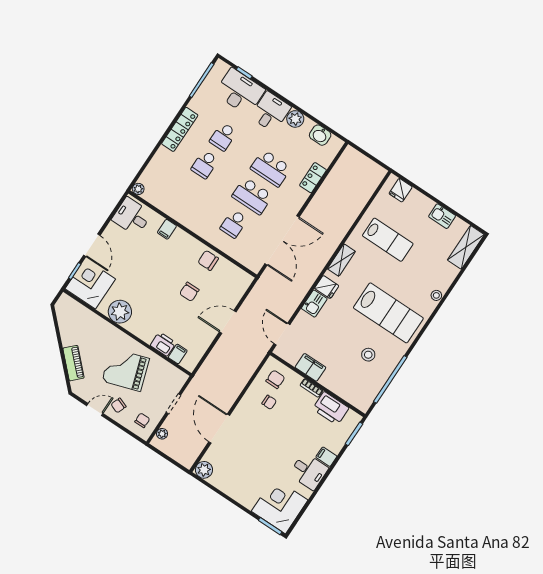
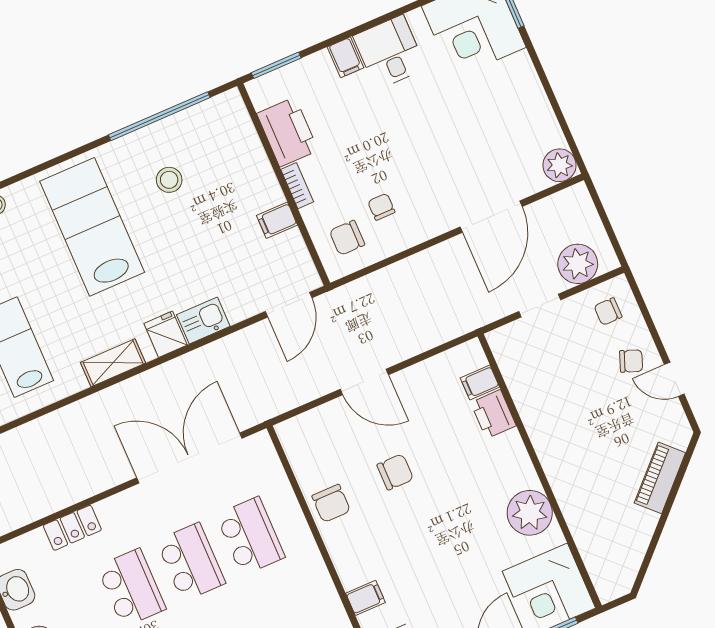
school desk: (234, 224) -> (250, 536), width x1.85
filing cabinet: (310, 367) -> (277, 220), width x0.50
grand piano: (126, 370) -> (582, 412), removed
plant: (162, 434) -> (578, 264), width x1.88, depth x1.88

